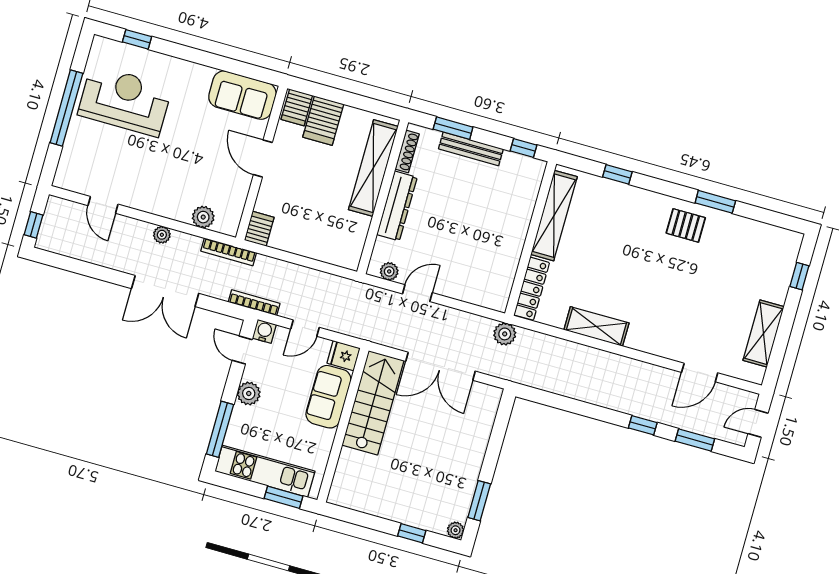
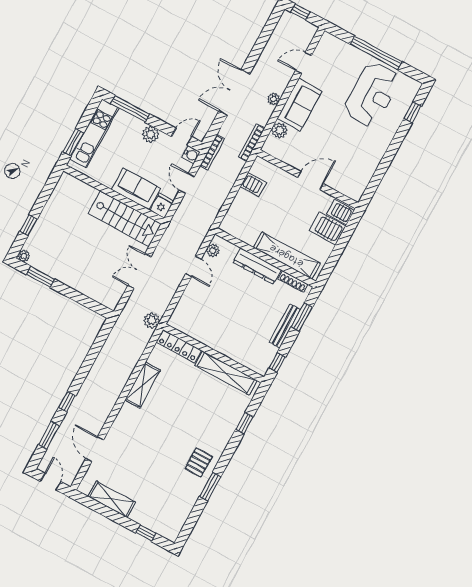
sofa: (242, 95) -> (299, 105), moved, turned 180
server rack: (259, 229) -> (253, 185), moved
double door: (440, 366) -> (139, 271), width x0.73

